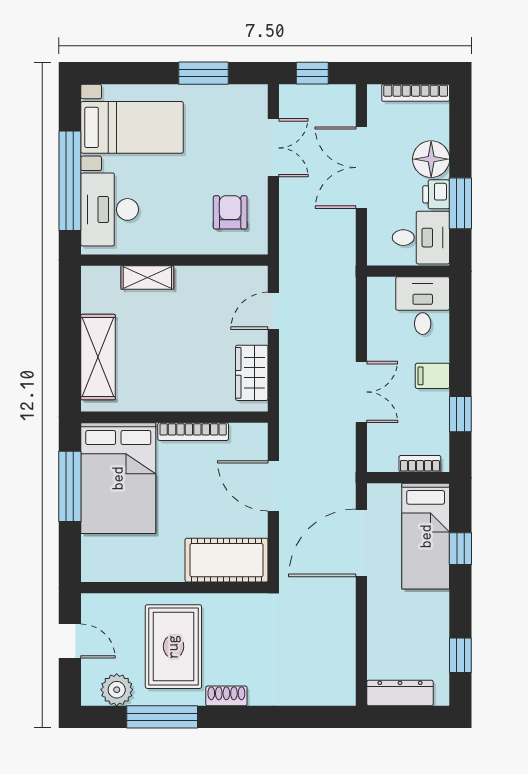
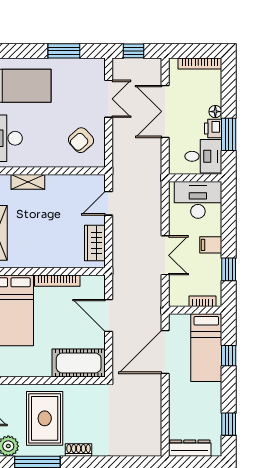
floor lamp: (431, 159) -> (215, 112), width x0.53, depth x0.53
armchair: (230, 212) -> (81, 140), turned -132
desk: (423, 306) -> (198, 200), width x1.37

